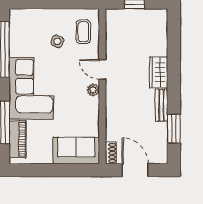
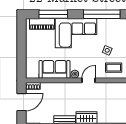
sofa: (76, 151) -> (55, 69), moved, turned -90

